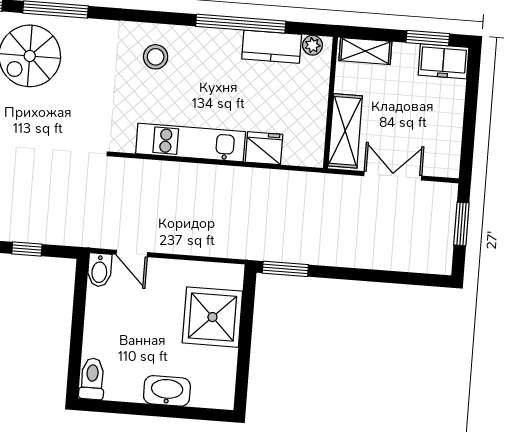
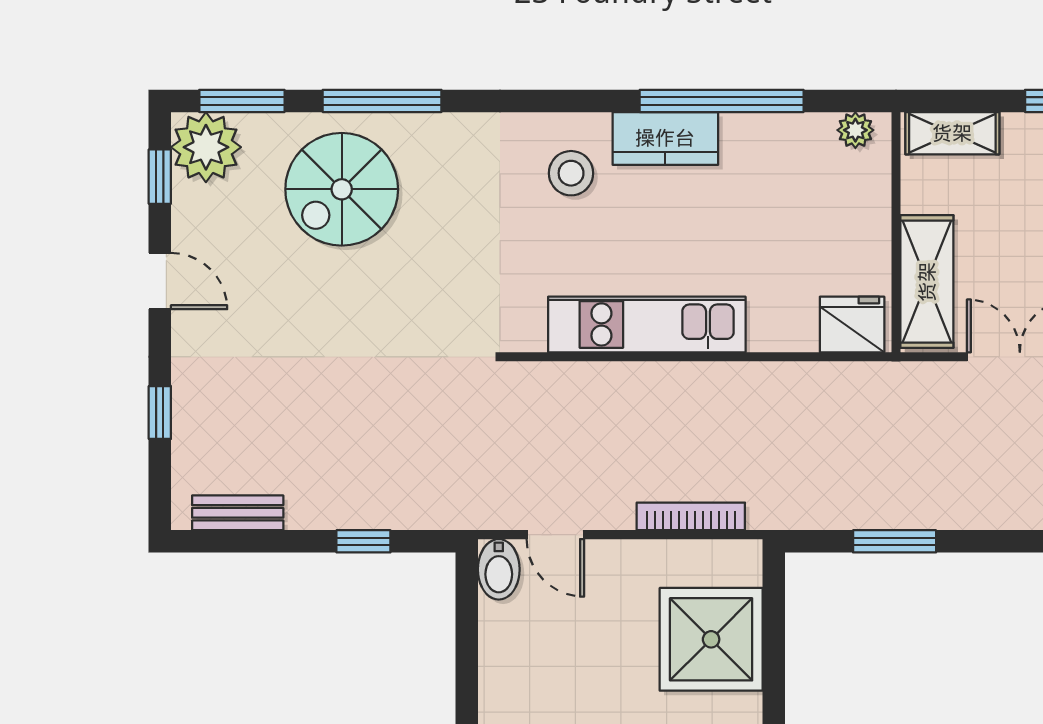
kitchen counter: (272, 47) -> (665, 138), moved
fridge: (264, 148) -> (852, 324), moved
bookcase: (207, 249) -> (691, 516), added
window: (285, 269) -> (895, 541), moved

